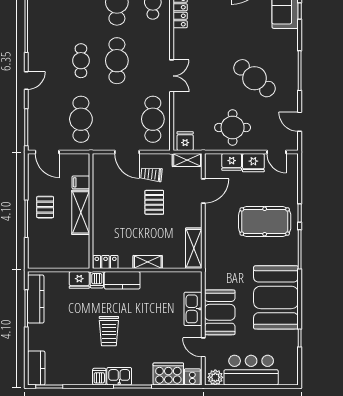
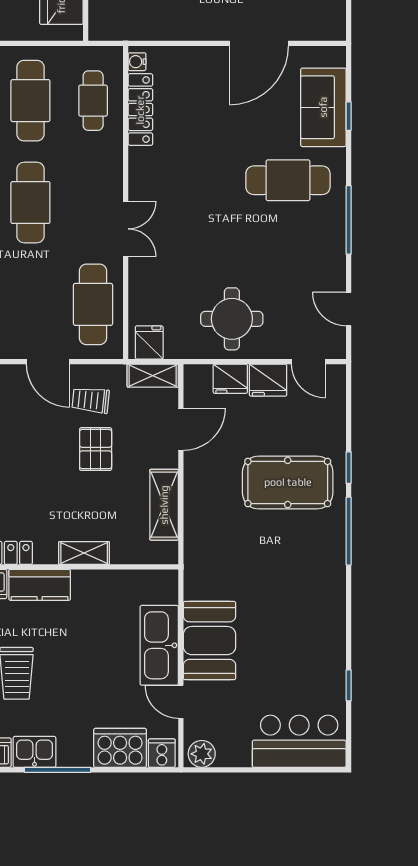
cafe table: (255, 78) -> (288, 180), moved, turned -40
shelving: (194, 248) -> (164, 505), moved
booth: (276, 297) -> (307, 615), removed
kitchen sink: (193, 309) -> (159, 645), width x1.36, depth x1.24
bar counter: (251, 370) -> (299, 741), moved

